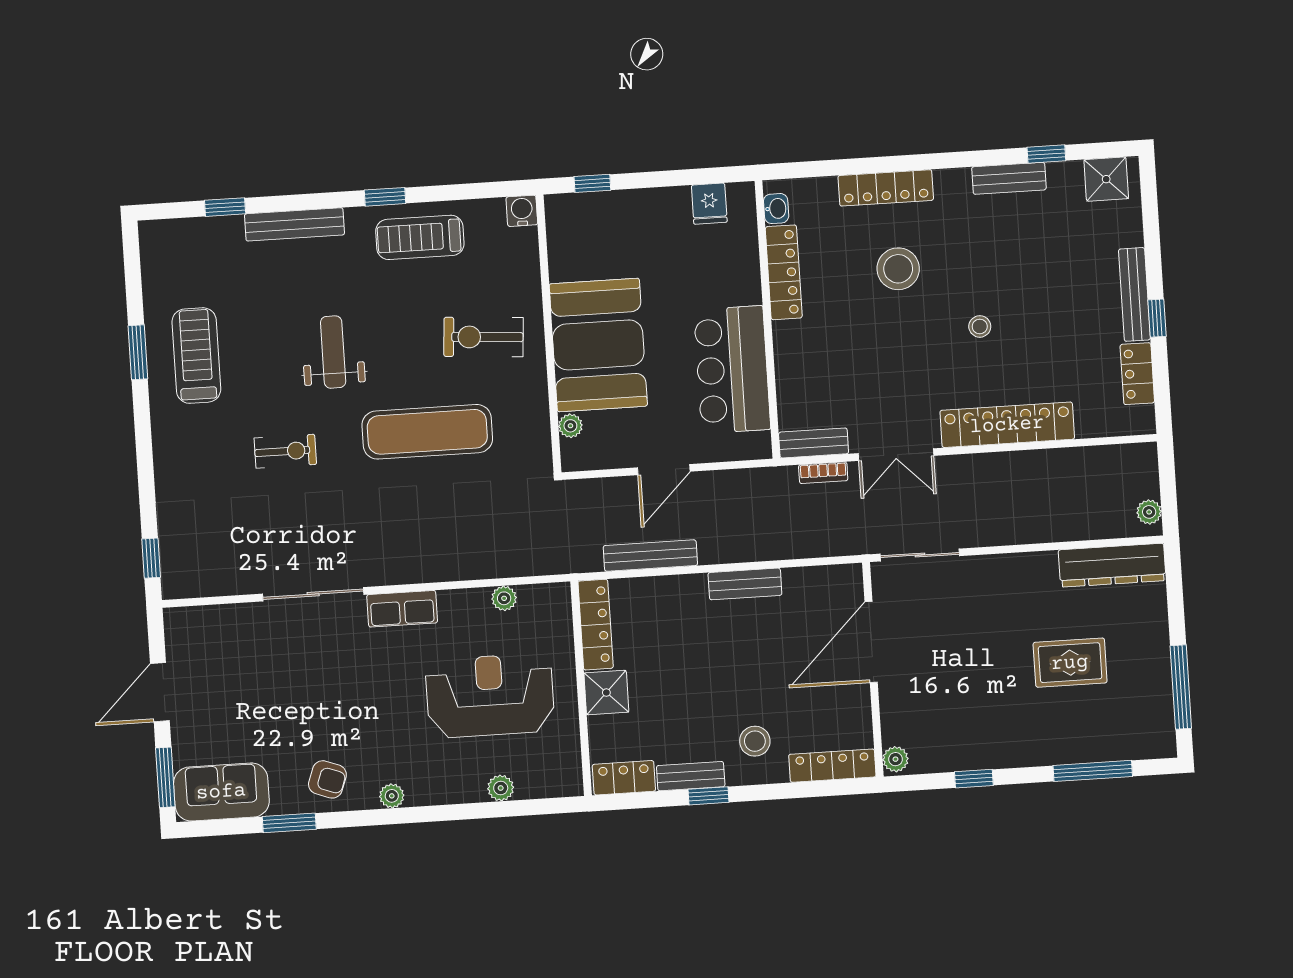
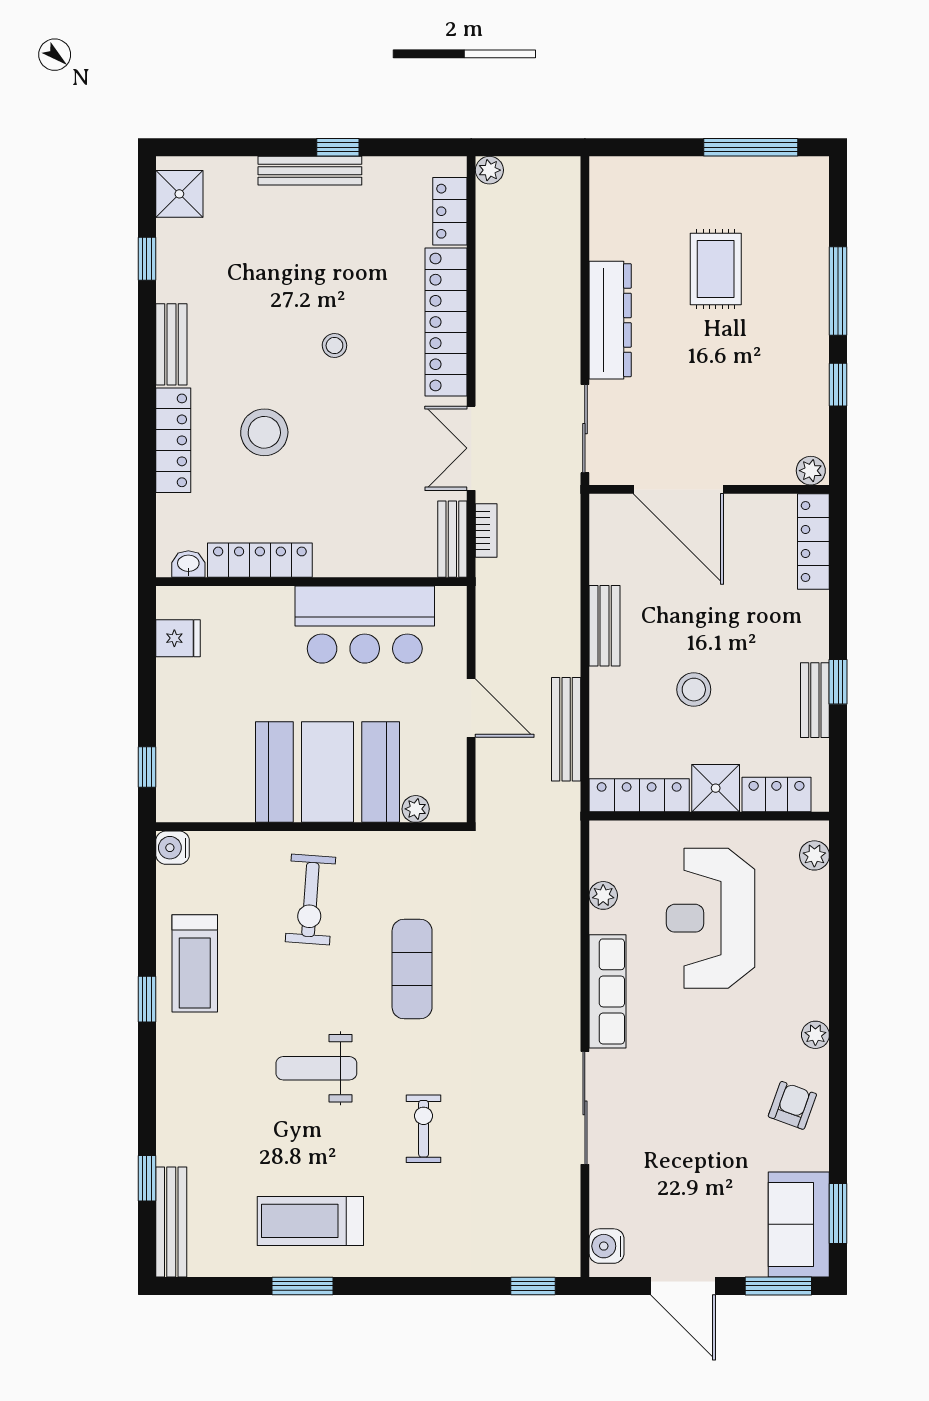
bench: (1009, 178) -> (171, 344), moved
bench: (294, 224) -> (171, 1222), moved
locker: (1137, 374) -> (450, 211), moved, turned 90
exercise mat: (427, 432) -> (412, 969), width x0.73, depth x0.69
double door: (896, 455) -> (471, 448), swing flipped
plant: (1149, 512) -> (489, 170), moved
dresser: (1112, 565) -> (610, 320), moved
row of seats: (402, 609) -> (608, 991), width x1.48
water cooler: (191, 622) -> (607, 1246), added
stool: (755, 741) -> (694, 690), moved
window: (1093, 771) -> (838, 291), moved
locker: (624, 778) -> (776, 794), moved, turned 90
plant: (501, 788) -> (814, 855), moved
window: (289, 823) -> (838, 1214), moved

